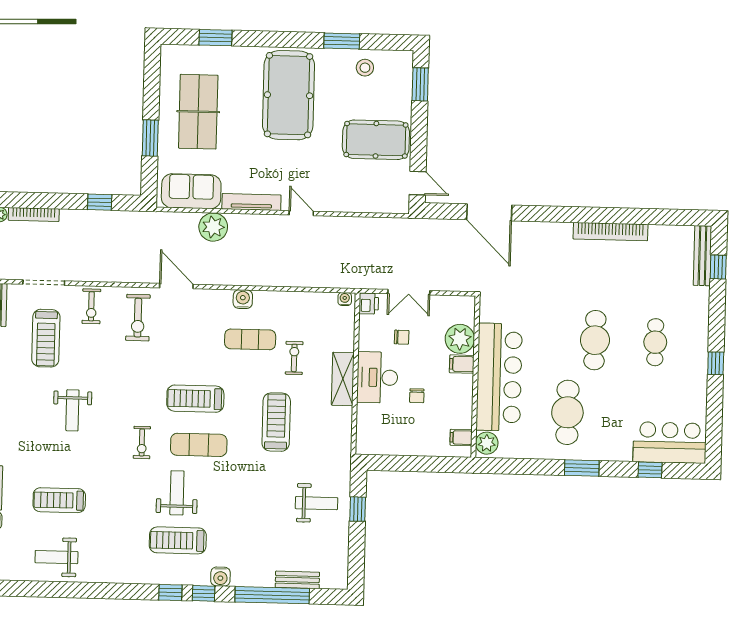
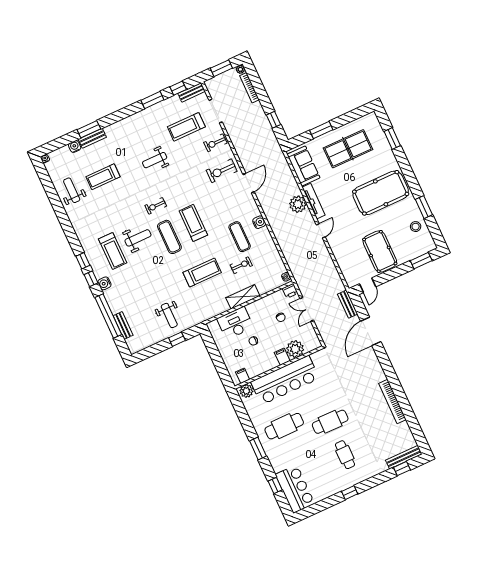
plant: (213, 227) -> (298, 204), moved
bench: (431, 227) -> (348, 304), added
cafe table: (655, 342) -> (345, 455), turned 90
desk: (377, 377) -> (235, 323), moved
treadmill: (59, 500) -> (103, 177), turned -90
treadmill: (178, 540) -> (113, 251), turned 180

